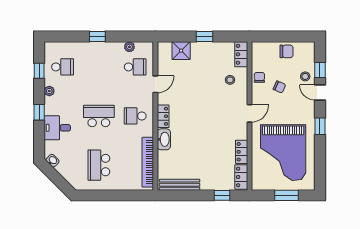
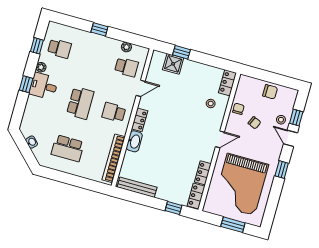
window: (205, 37) -> (182, 52), moved
school desk: (99, 116) -> (80, 103), turned 90
desk: (57, 128) -> (44, 86), moved
washbasin: (53, 161) -> (32, 142), moved
school desk: (99, 165) -> (68, 148), turned -90

